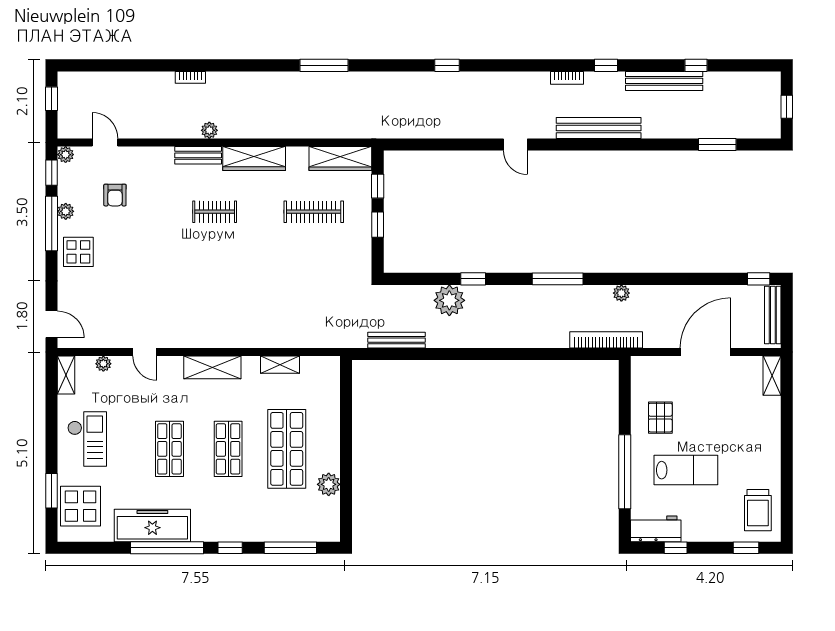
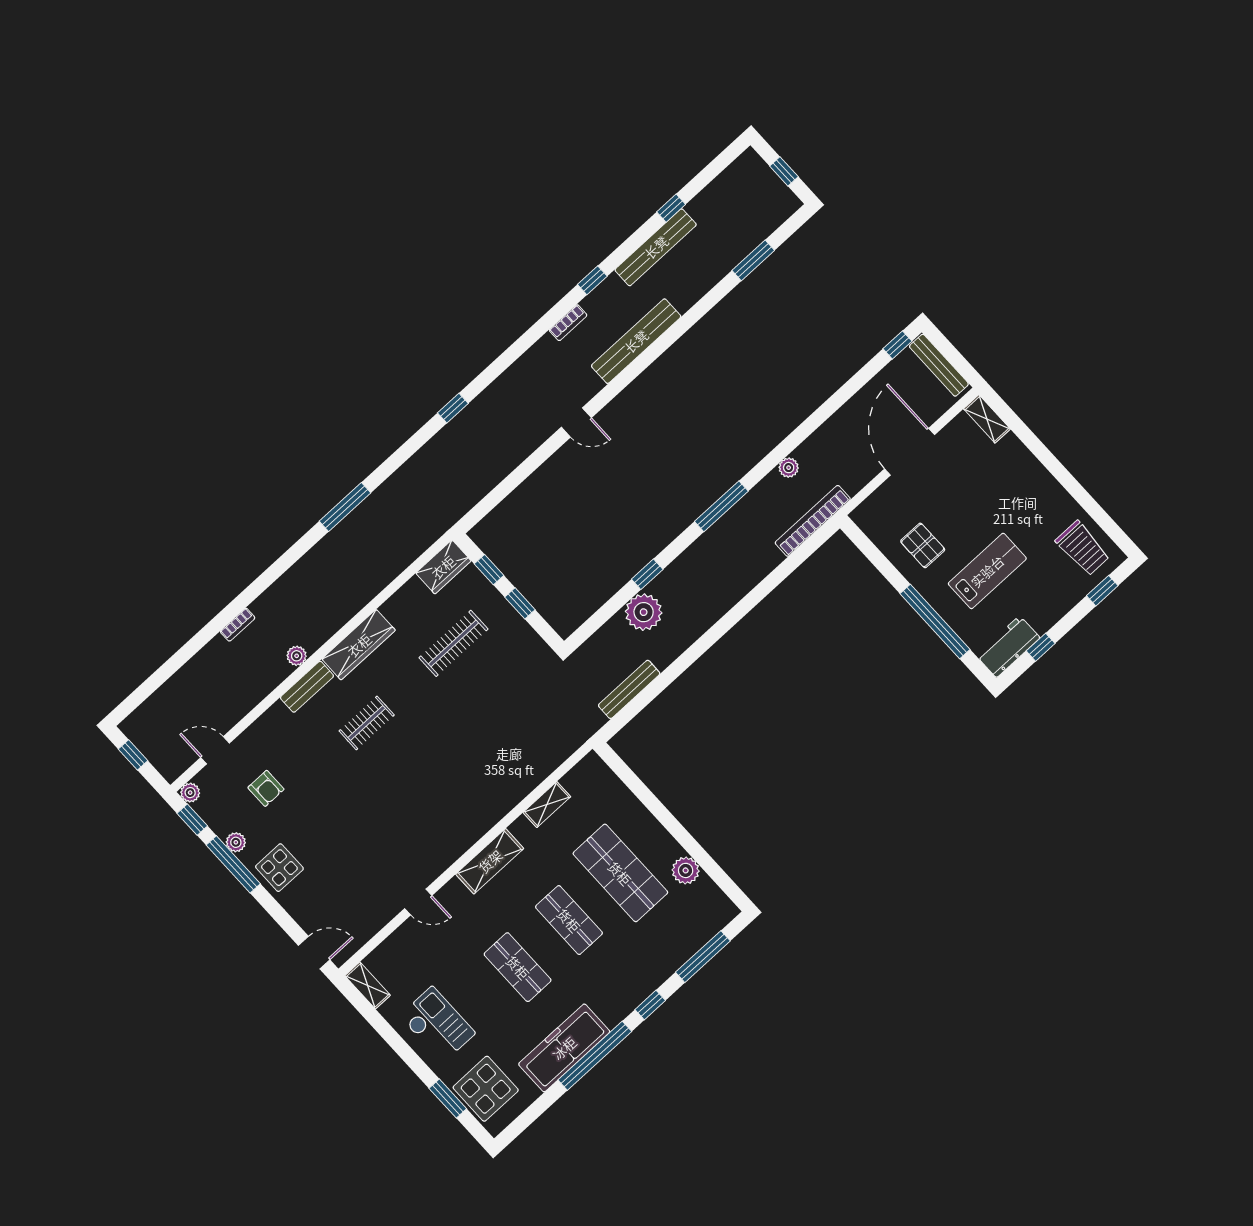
wardrobe: (340, 159) -> (443, 567), width x0.67
plant: (103, 364) -> (391, 946), removed

